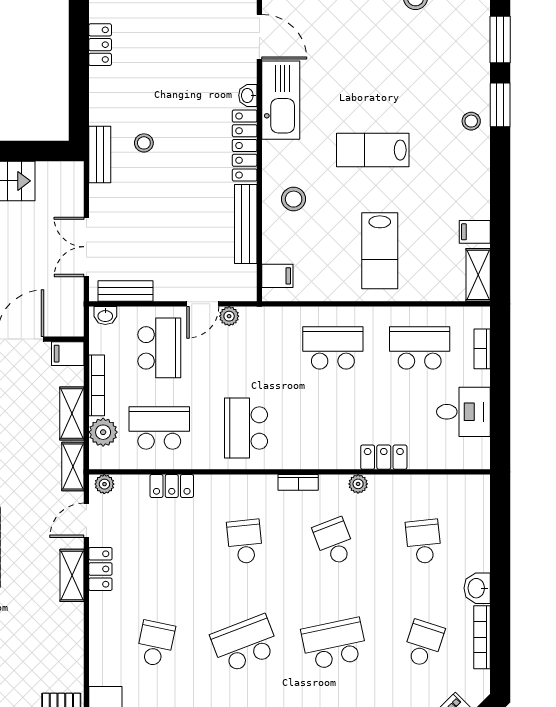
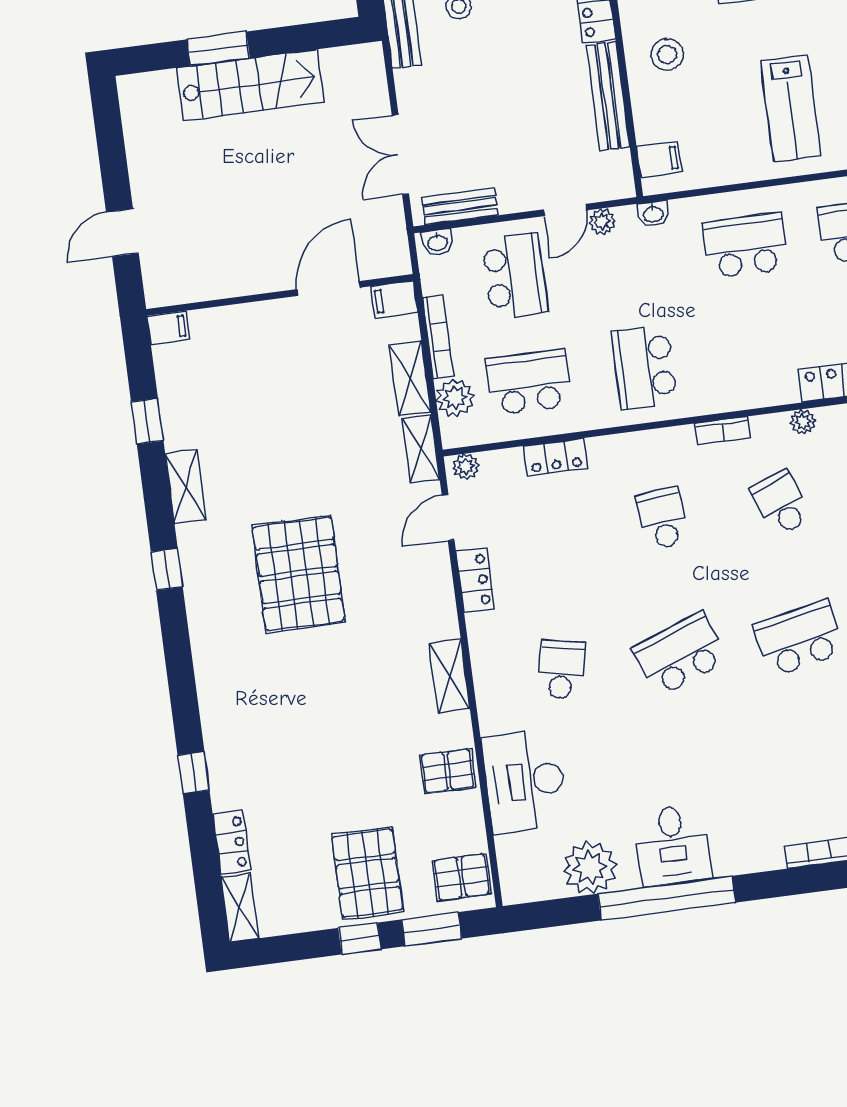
washbasin: (268, 315) -> (653, 214), added
shelving: (72, 575) -> (450, 676), moved

